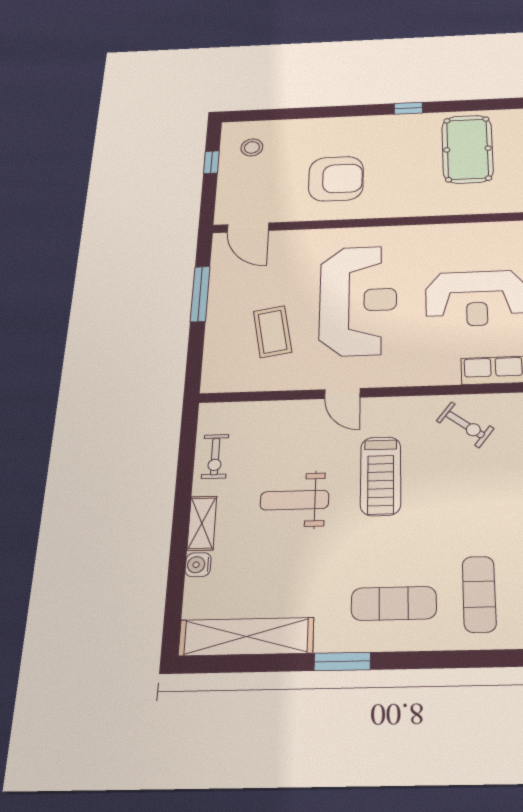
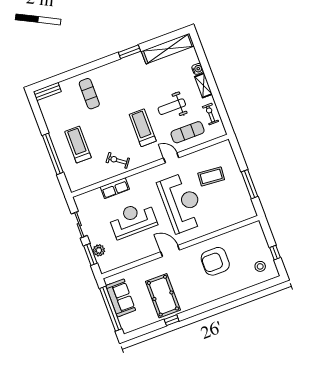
window: (408, 108) -> (172, 320), moved
door: (248, 228) -> (170, 251), moved
reception desk: (358, 300) -> (182, 203), turned 180
coffee table: (273, 332) -> (211, 176), turned -75
weight bench: (294, 500) -> (172, 107), turned 180
exercise mat: (394, 603) -> (188, 132), moved

